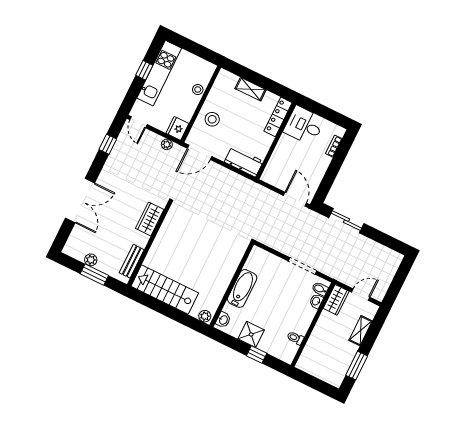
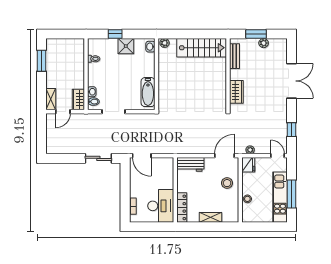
window: (144, 70) -> (291, 194), width x2.17
desk: (304, 125) -> (161, 206), width x1.37
double door: (80, 201) -> (291, 81), swing flipped
bathtub: (242, 288) -> (148, 92), moved
shelving: (361, 331) -> (51, 99), moved

